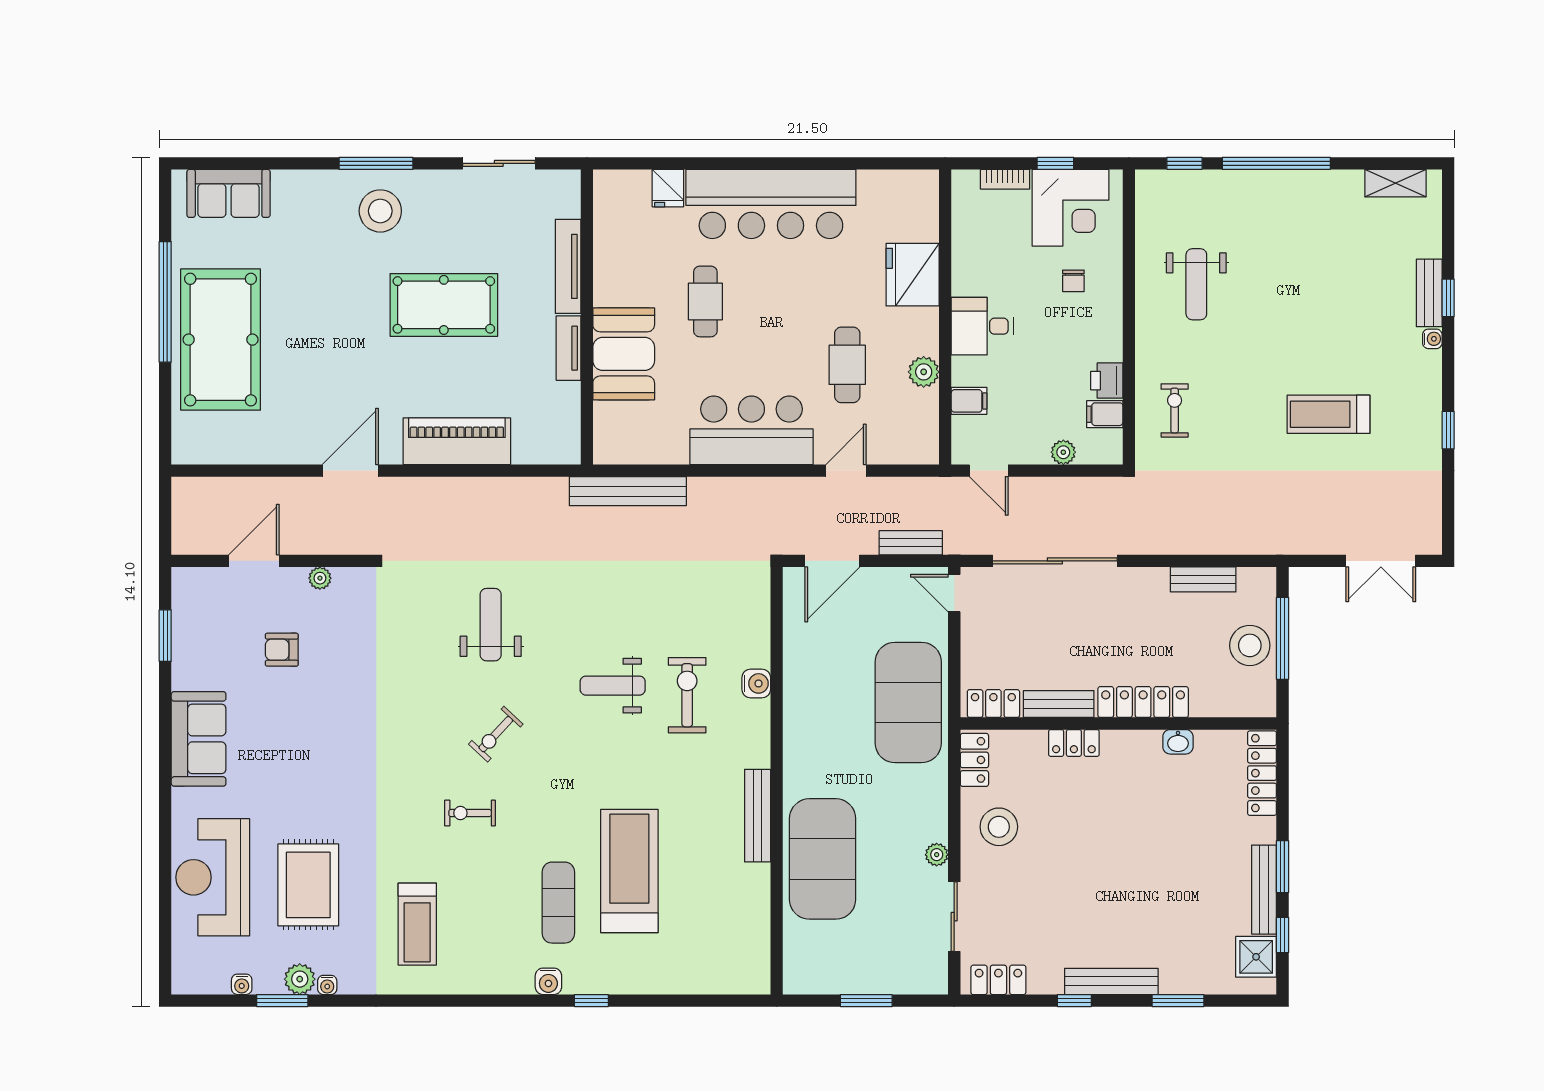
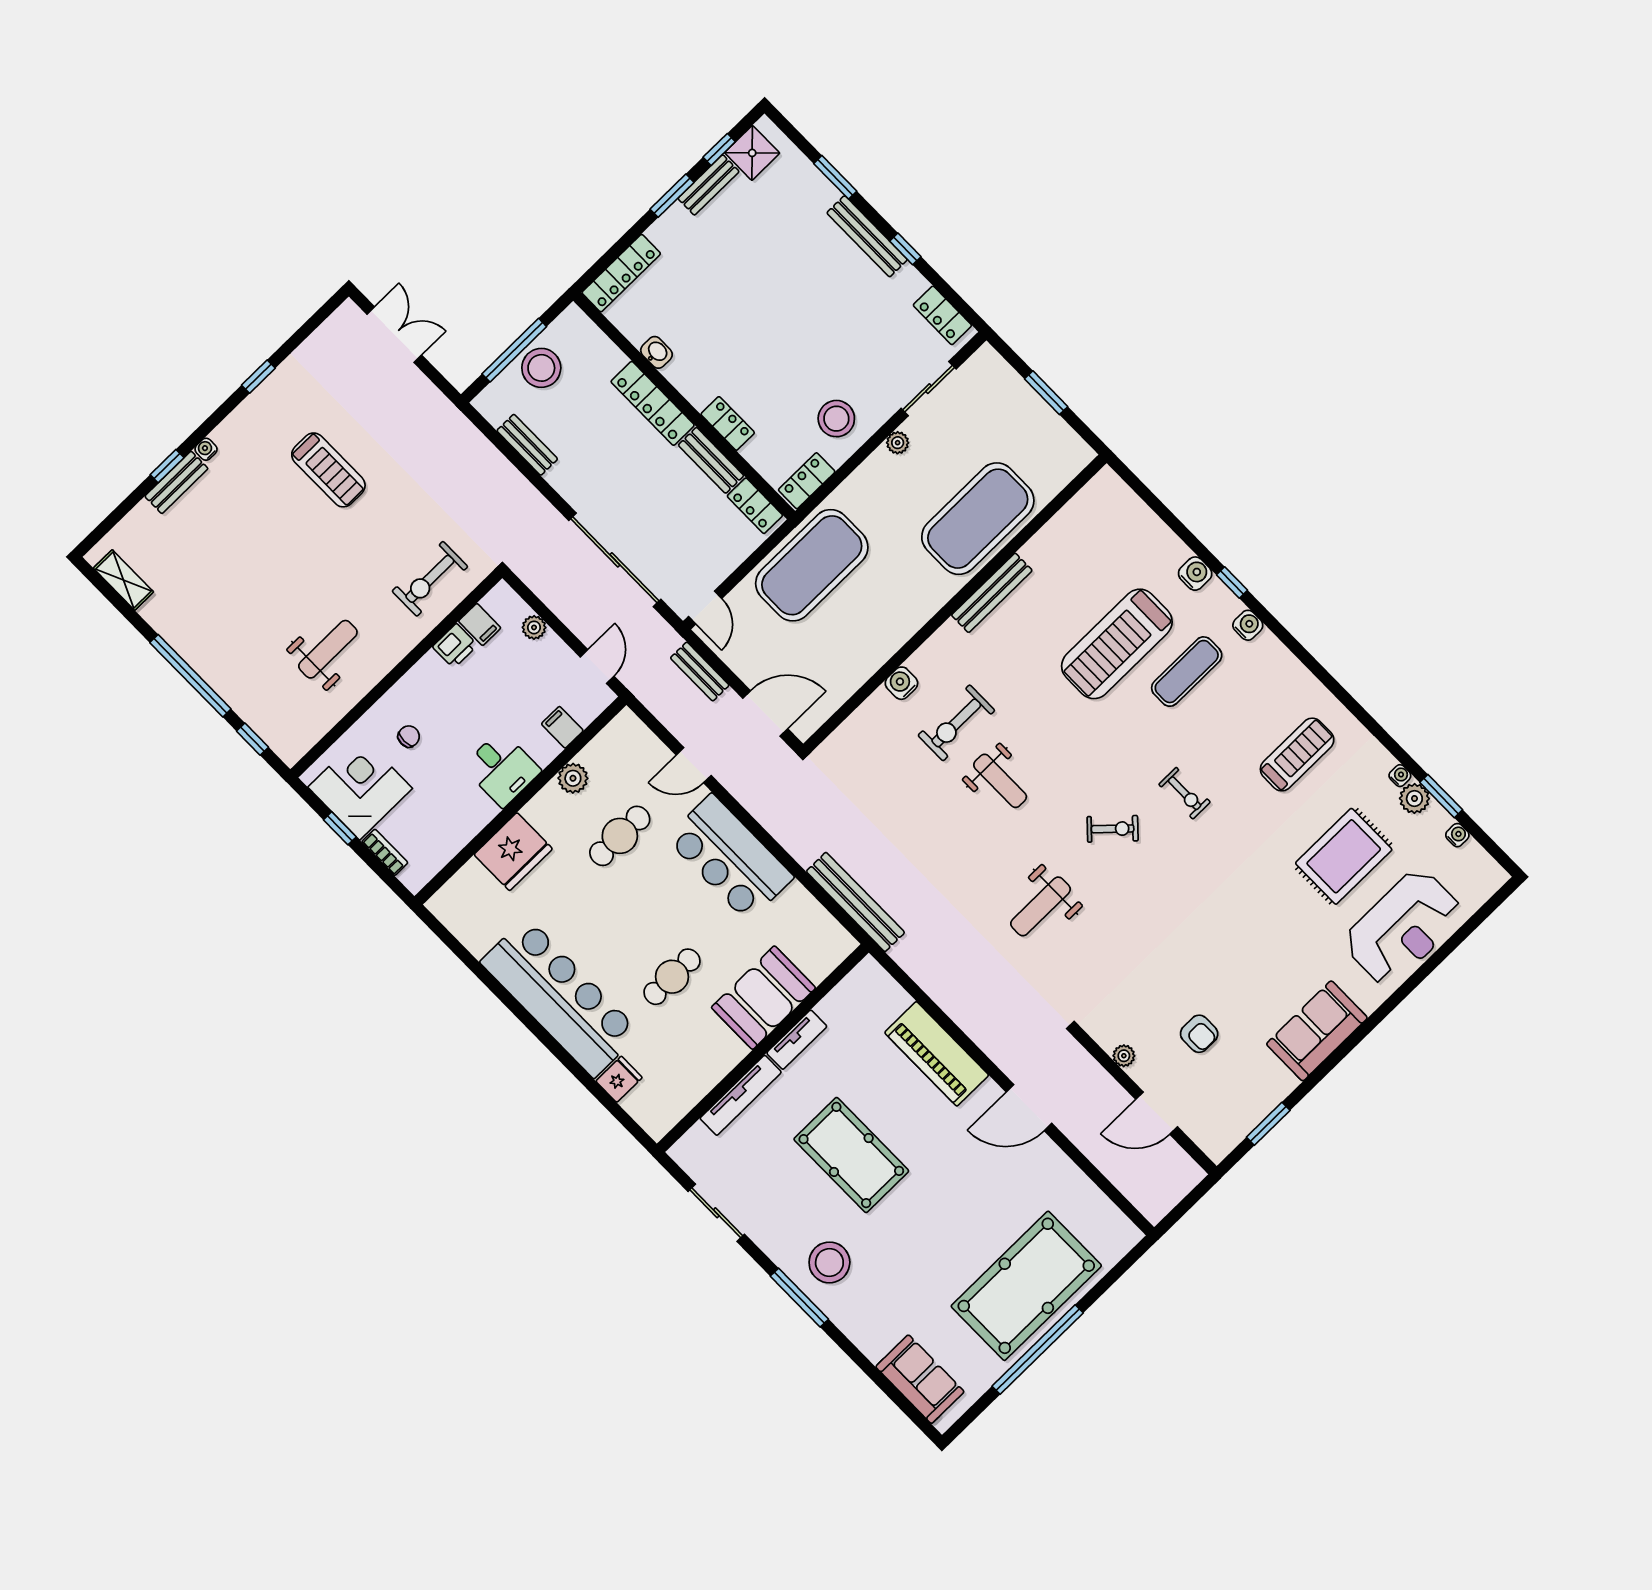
exercise bike: (1175, 410) -> (430, 579), width x1.38, depth x1.39
bench: (1264, 890) -> (709, 185), width x0.73
water cooler: (625, 980) -> (1195, 574), added

